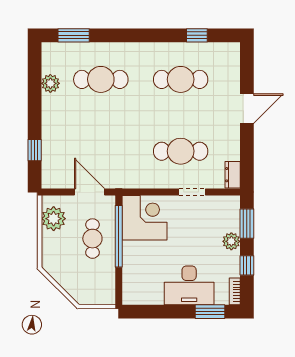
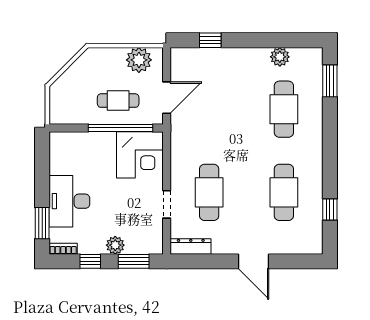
dresser: (233, 175) -> (191, 246), width x1.44

